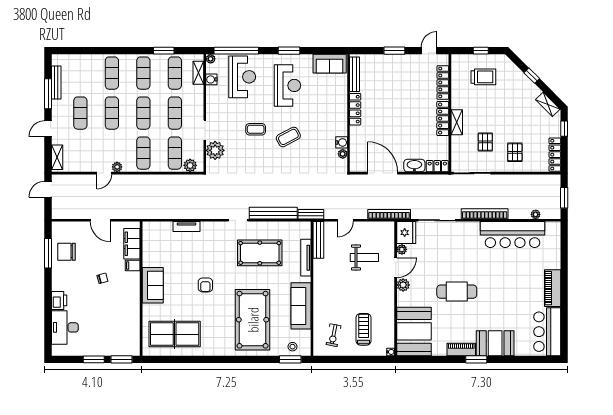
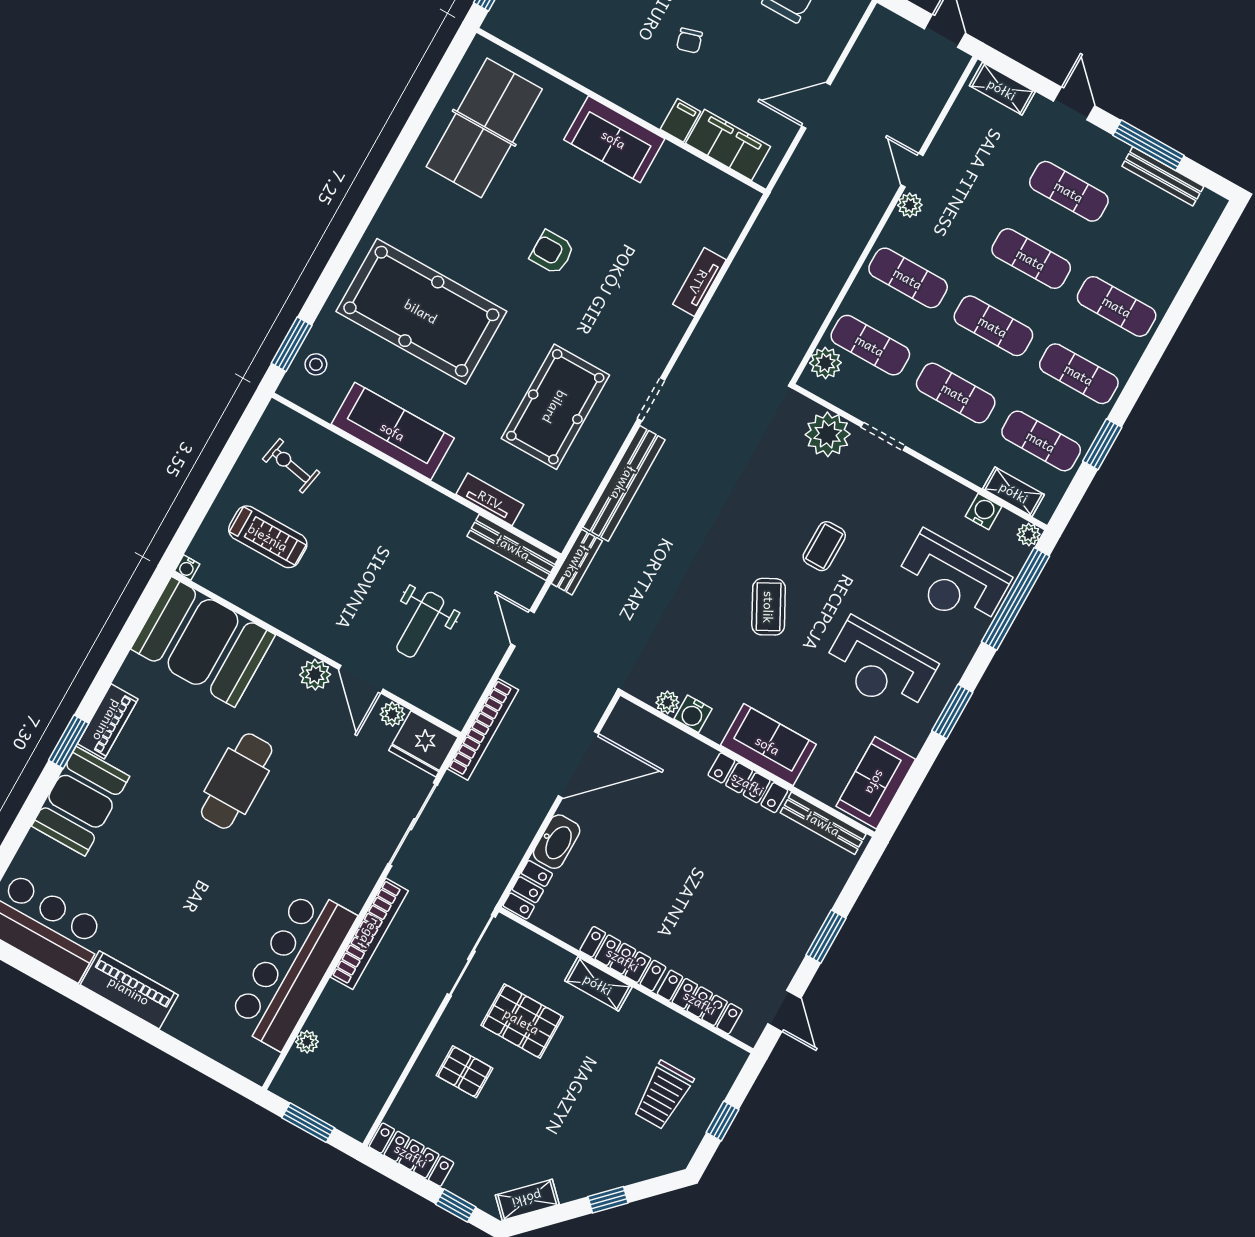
sofa: (338, 109) -> (768, 745), added
pallet: (485, 142) -> (522, 1021), width x1.50, depth x1.42
tv unit: (306, 258) -> (490, 499), width x0.71

